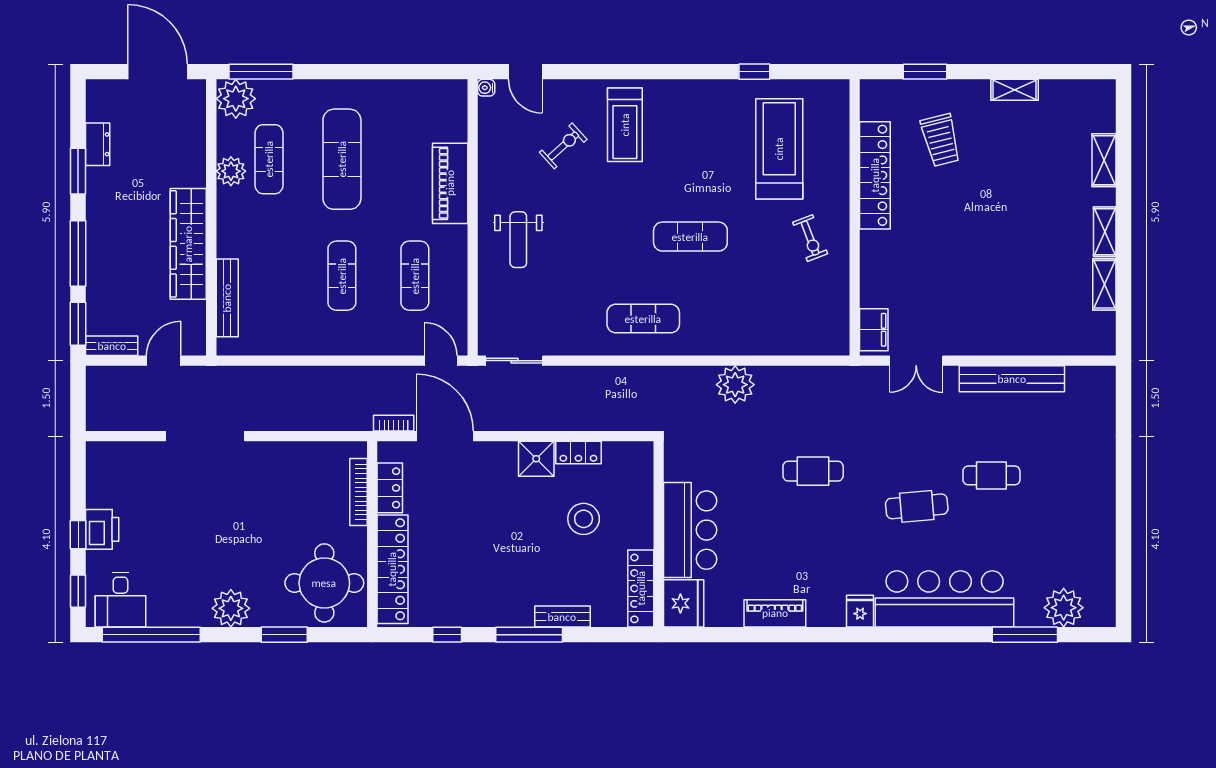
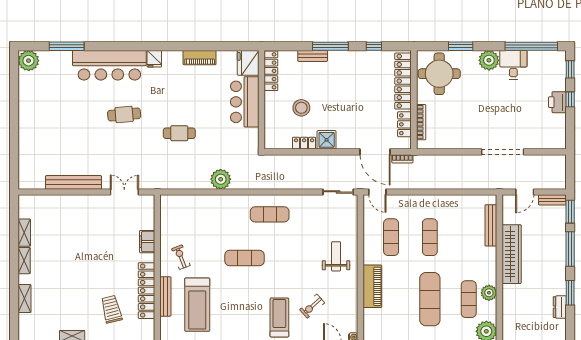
bench: (839, 164) -> (165, 296), added
filing cabinet: (874, 330) -> (147, 242), moved
cafe table: (991, 475) -> (84, 131), removed
desk: (120, 600) -> (513, 65), moved
plant: (1064, 608) -> (29, 61), moved

